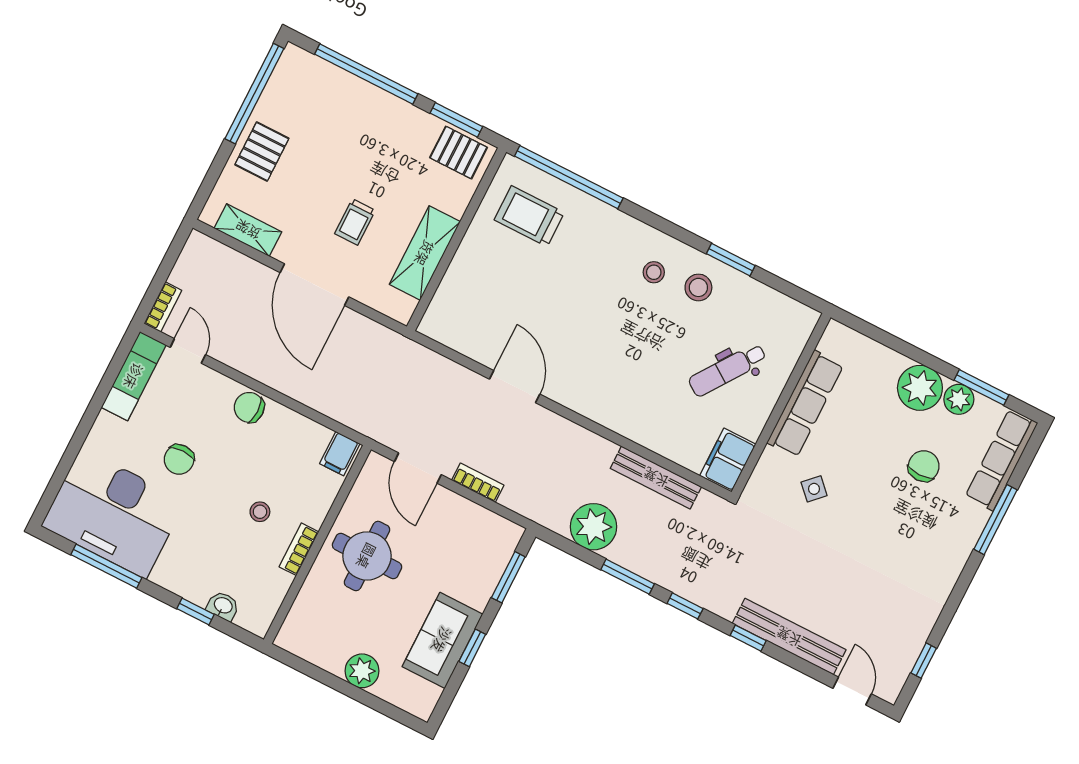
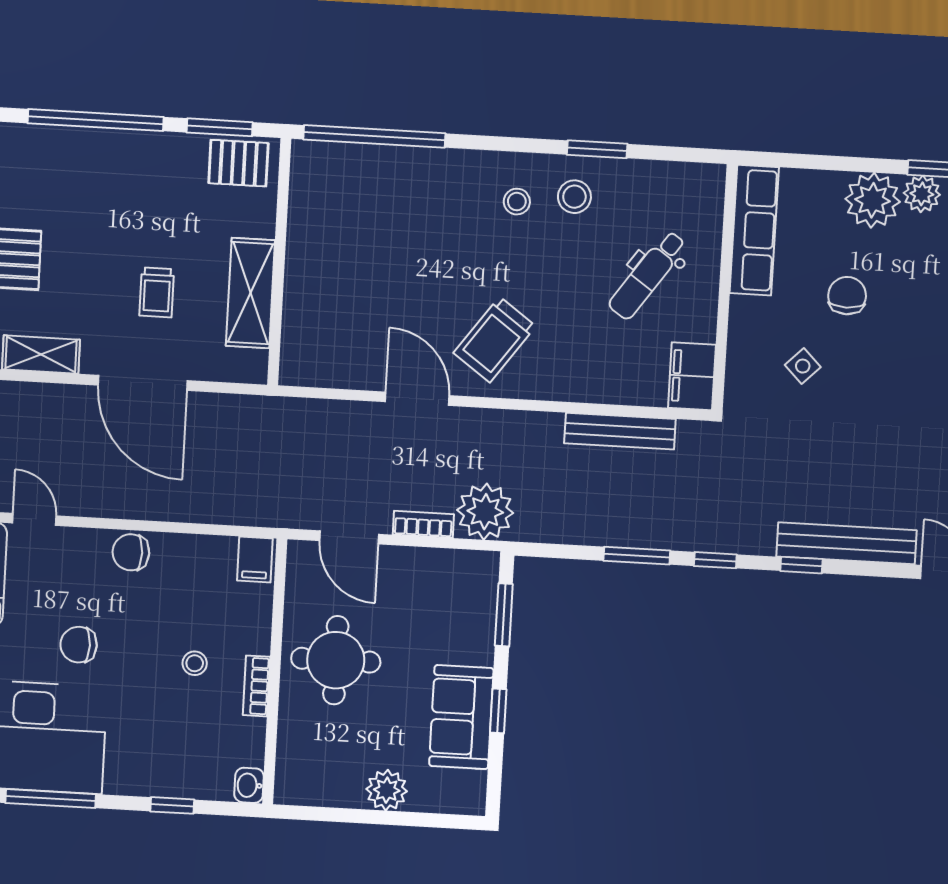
trolley: (529, 216) -> (495, 339), moved, turned -54
row of seats: (805, 404) -> (754, 230), moved
chair: (179, 459) -> (79, 645), turned 90
chair: (924, 466) -> (847, 296), moved
plant: (593, 527) -> (485, 512), moved
washbasin: (223, 606) -> (249, 785), moved, turned -90

